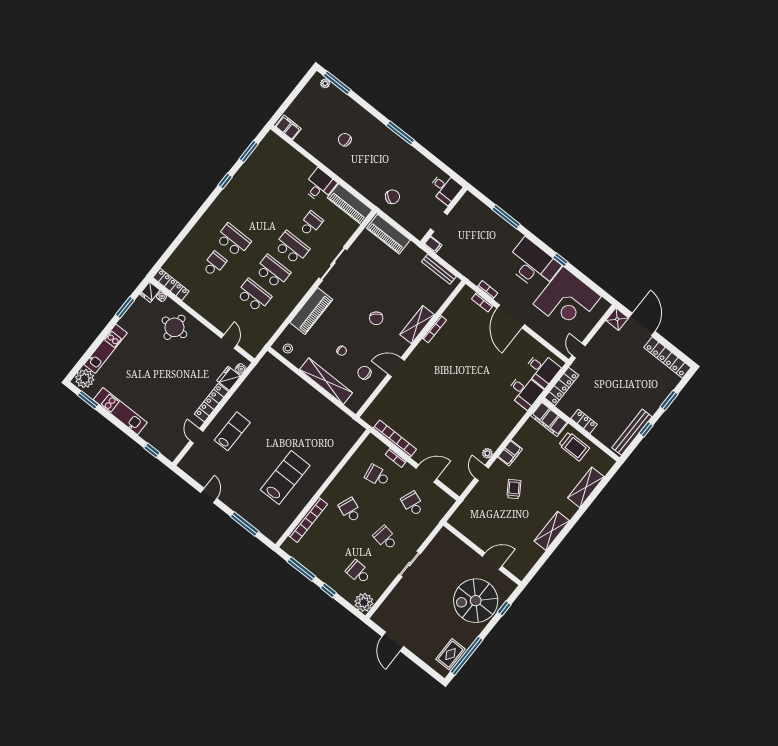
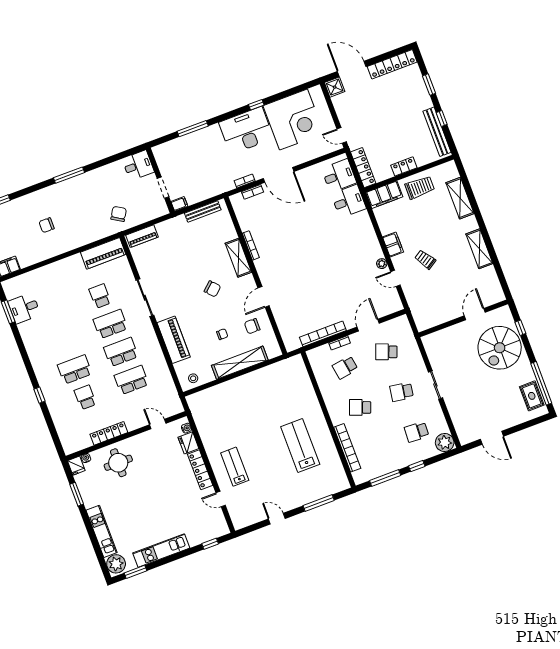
window: (225, 181) -> (39, 395), moved
desk: (320, 185) -> (24, 308), moved, turned -90
piano: (388, 234) -> (142, 236), width x0.73, depth x0.75
locker: (171, 284) -> (109, 433), moved

